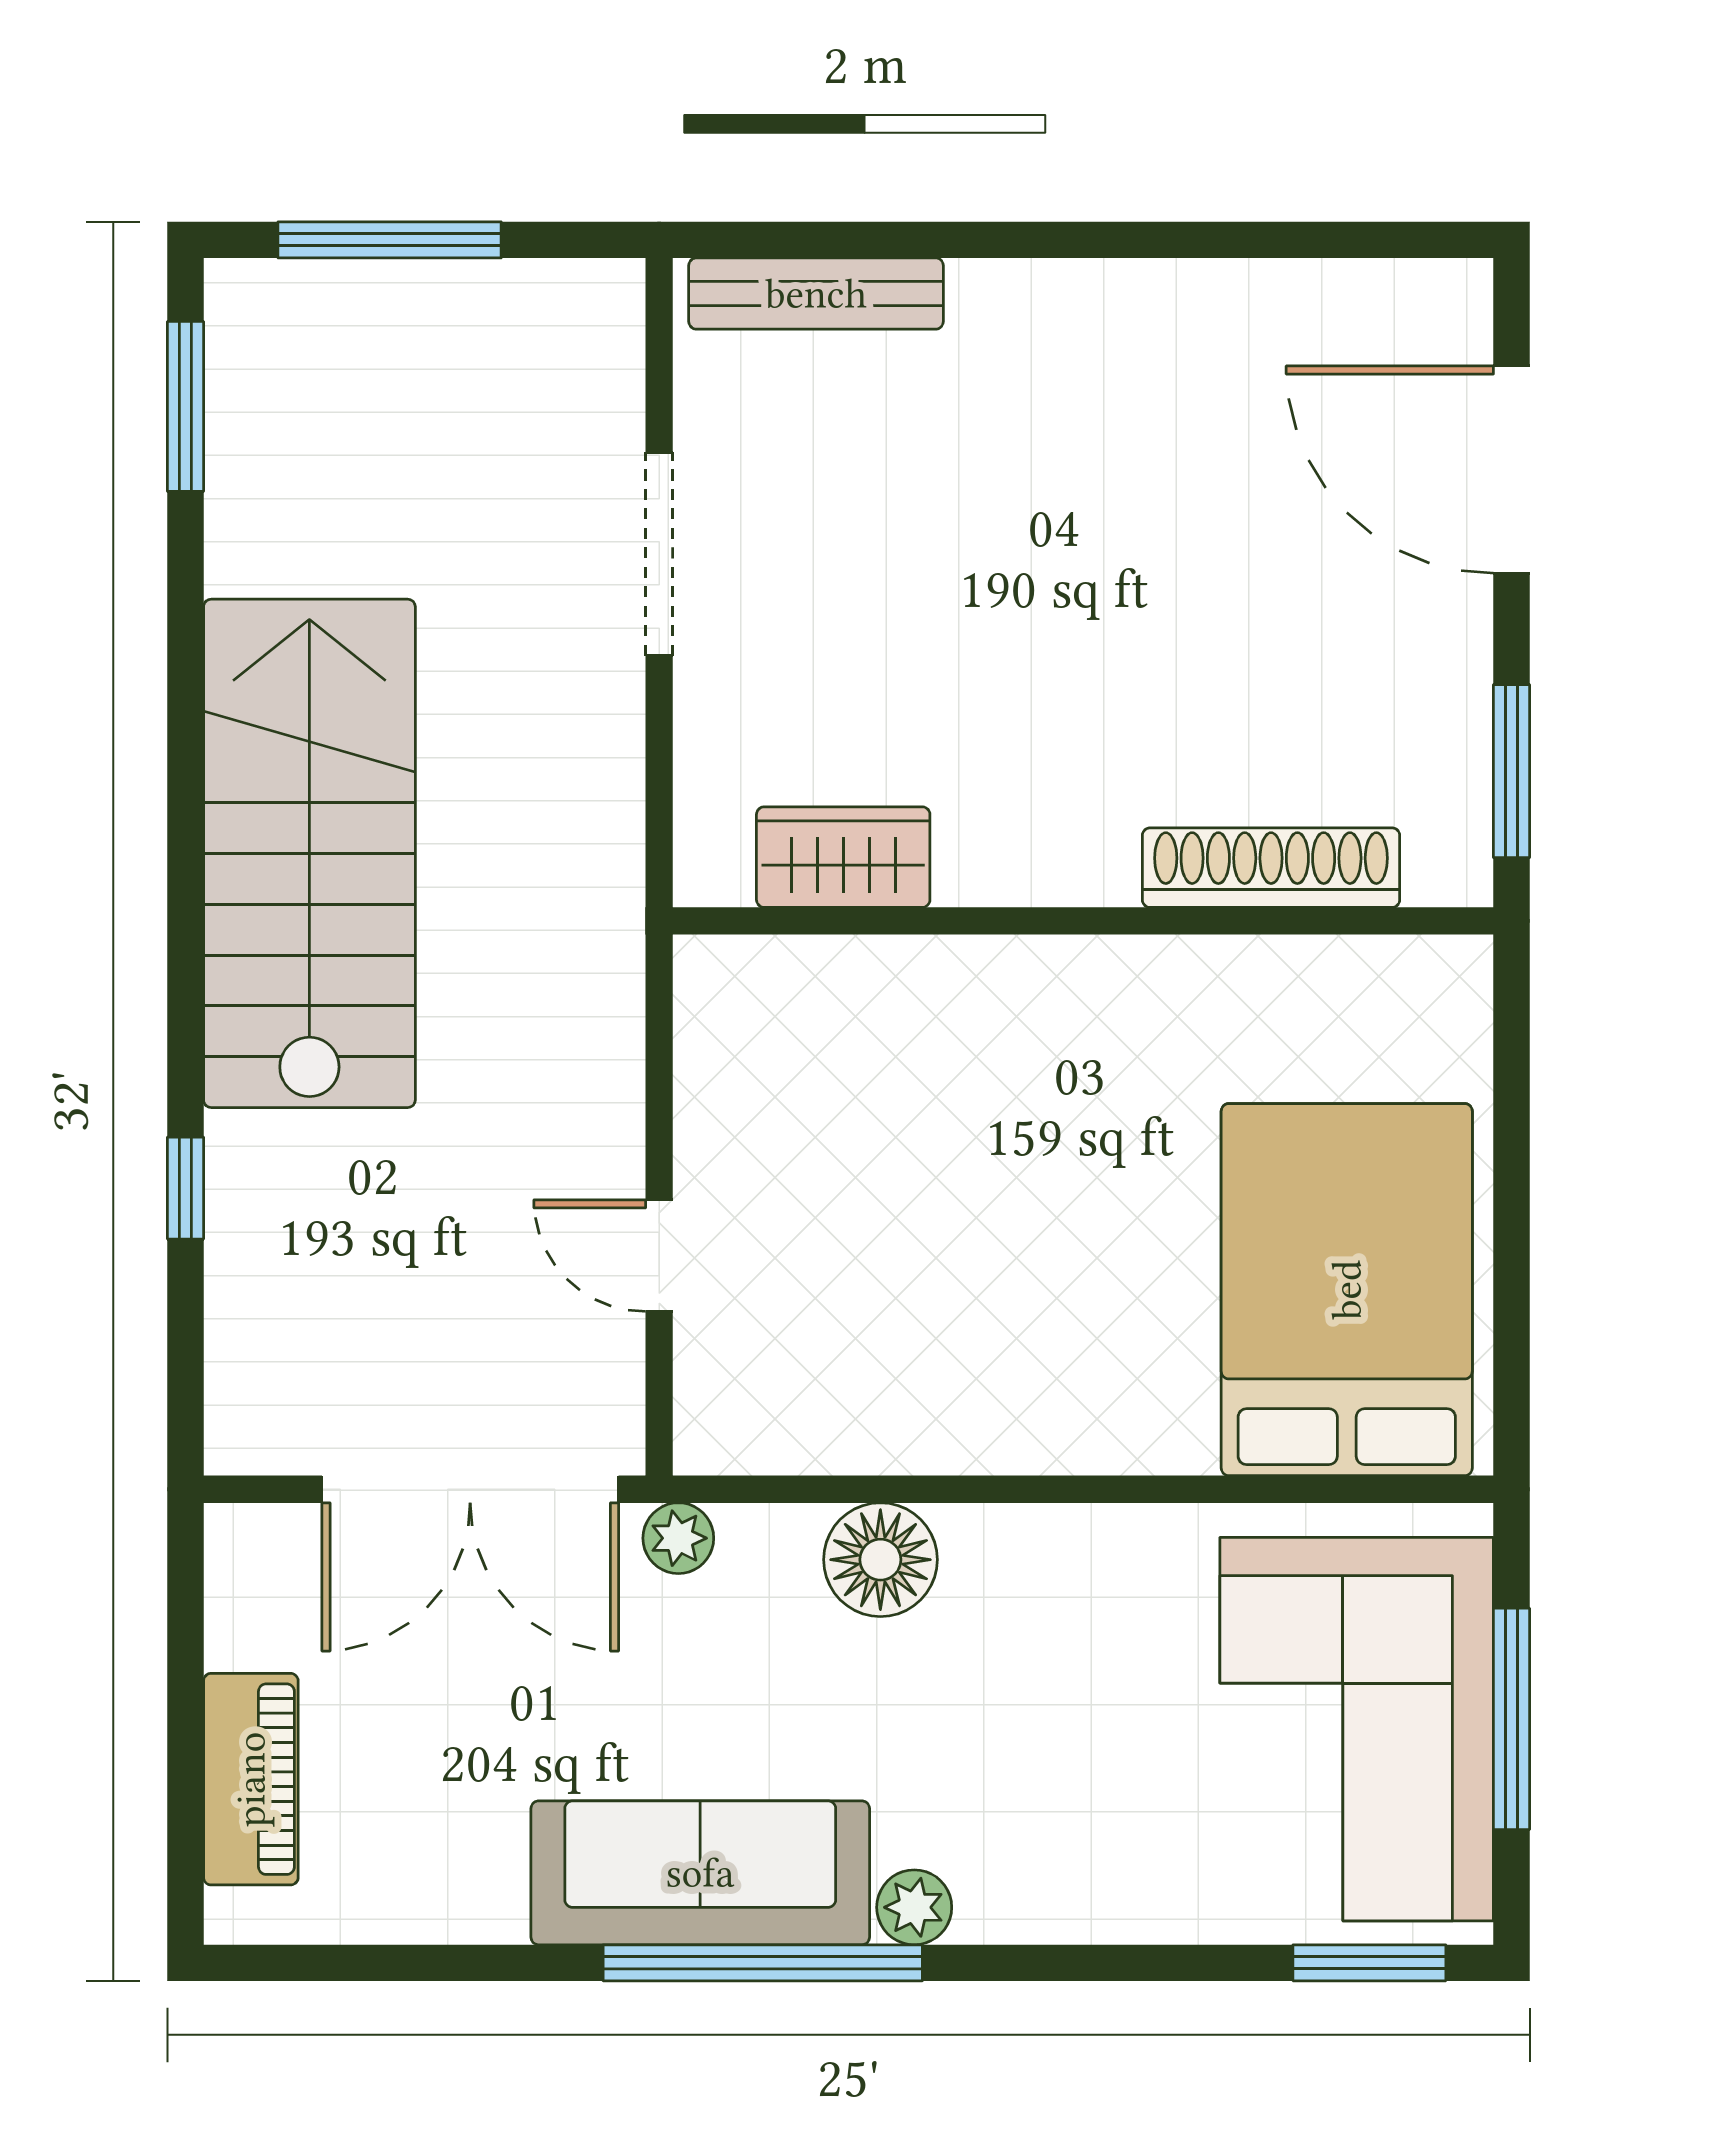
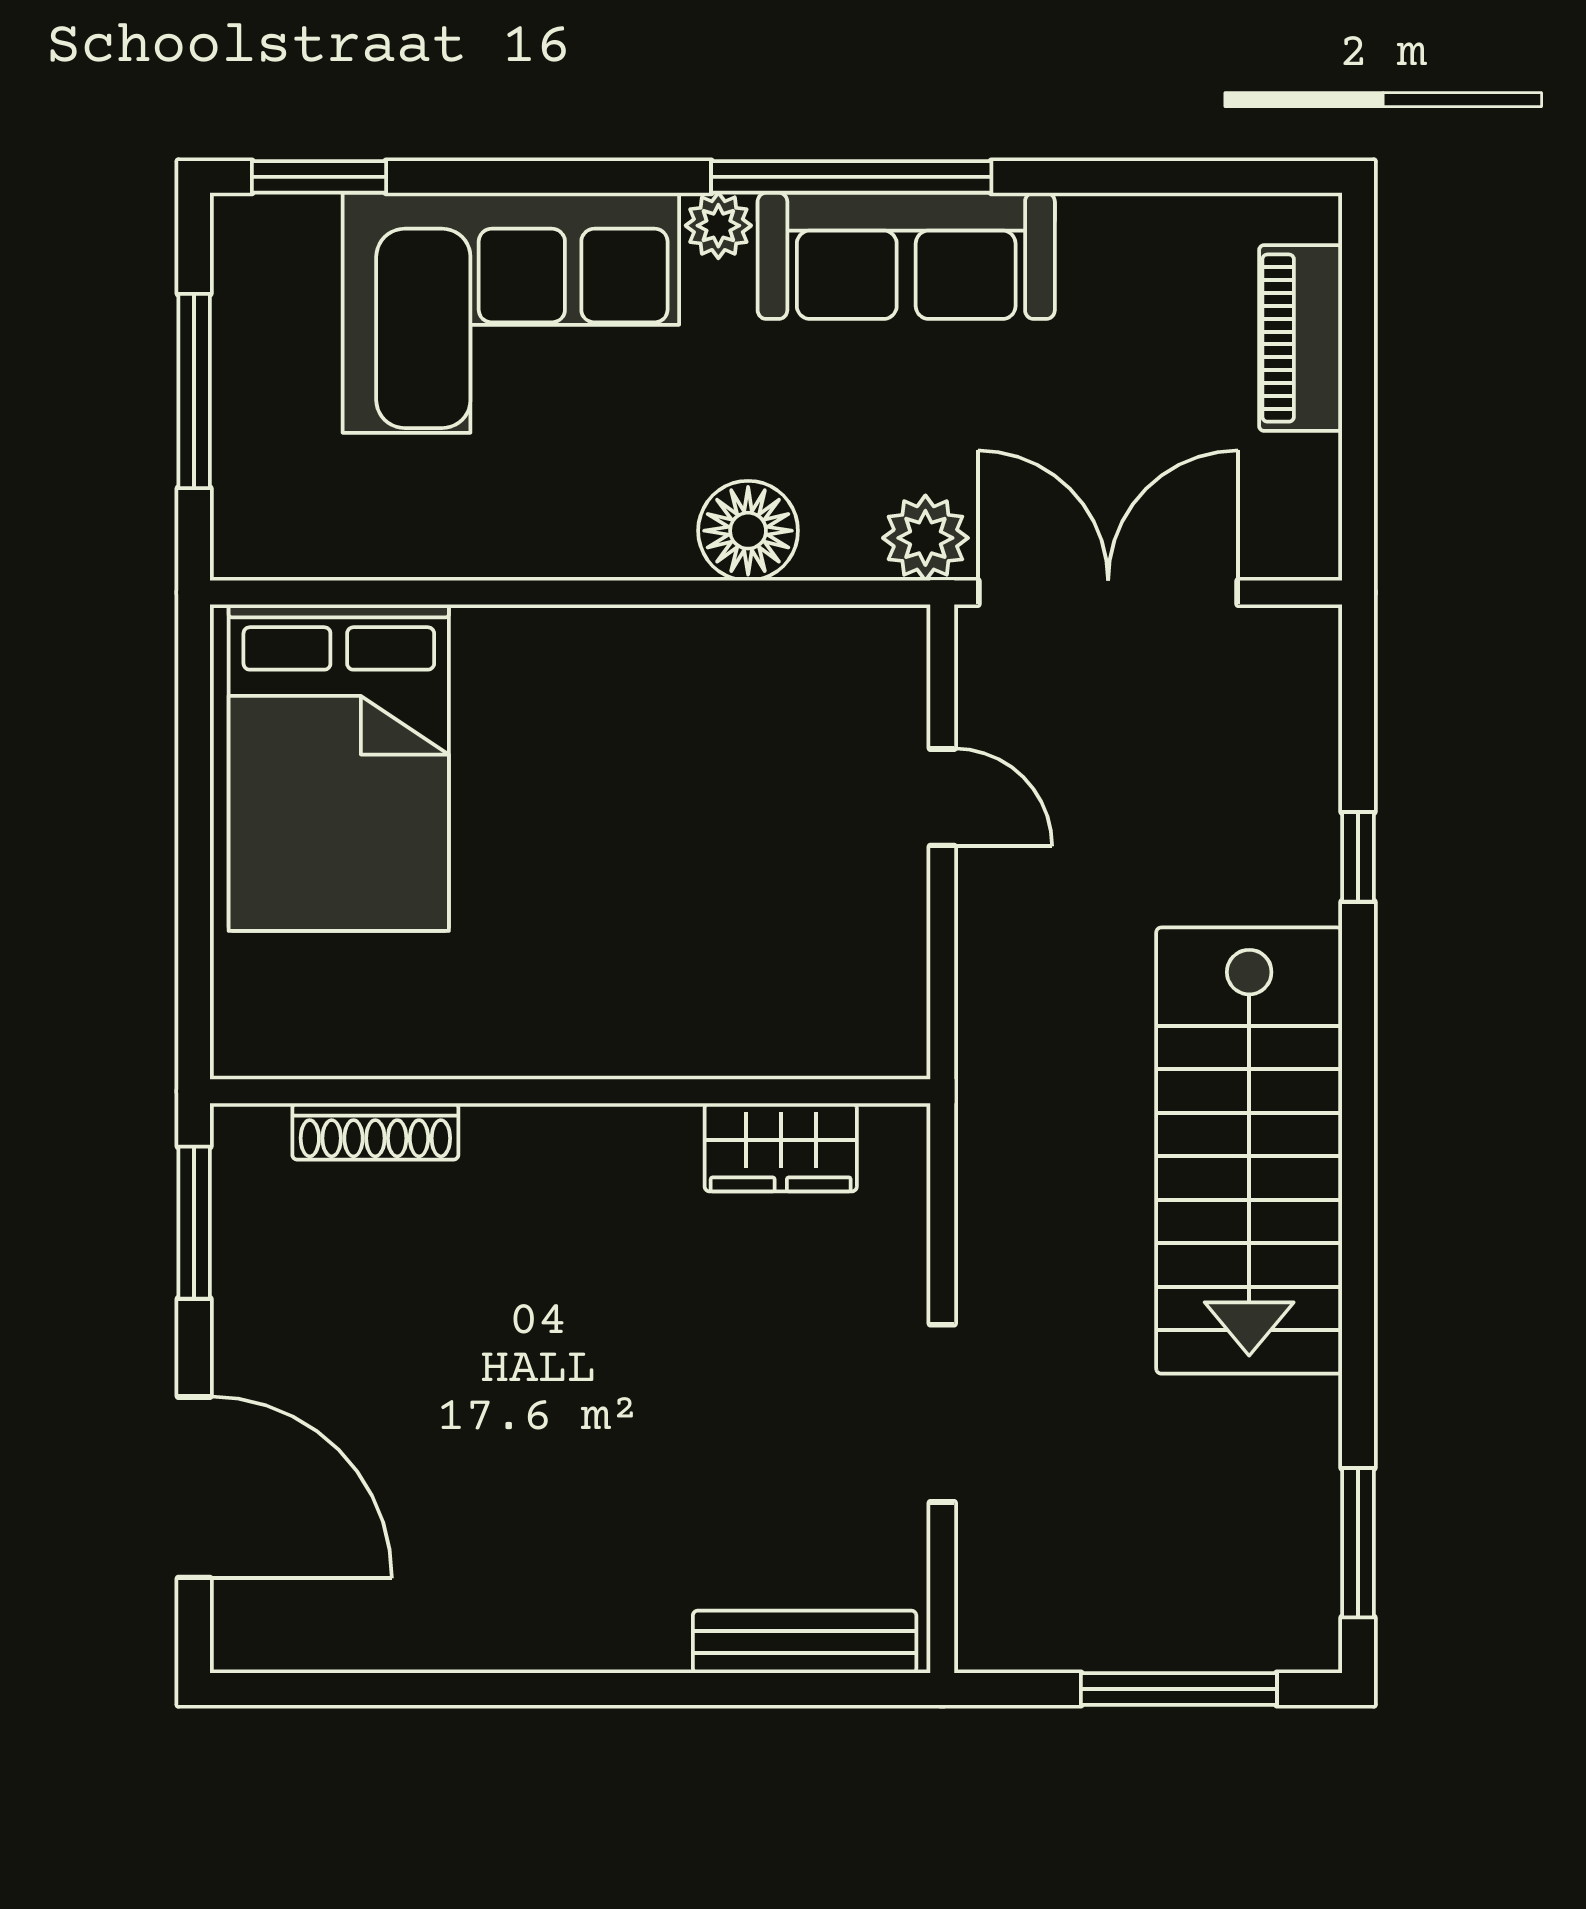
shoe rack: (1271, 868) -> (375, 1131), width x0.74, depth x0.81
plant: (678, 1538) -> (925, 538), width x1.38, depth x1.38
corner sofa: (1357, 1729) -> (511, 313), moved, turned 90

